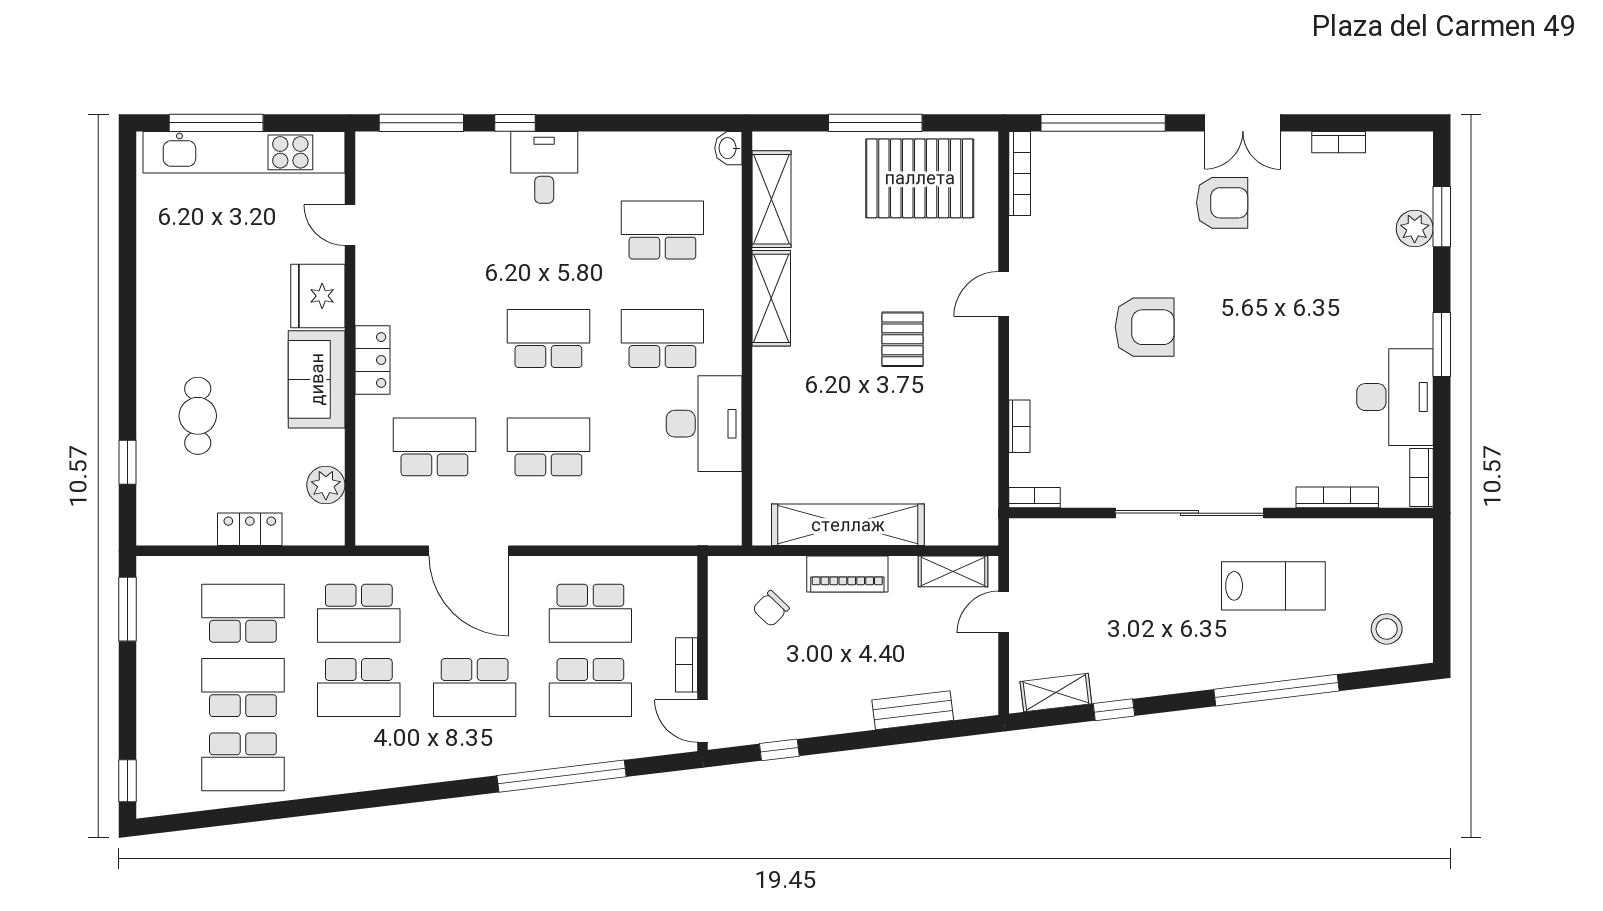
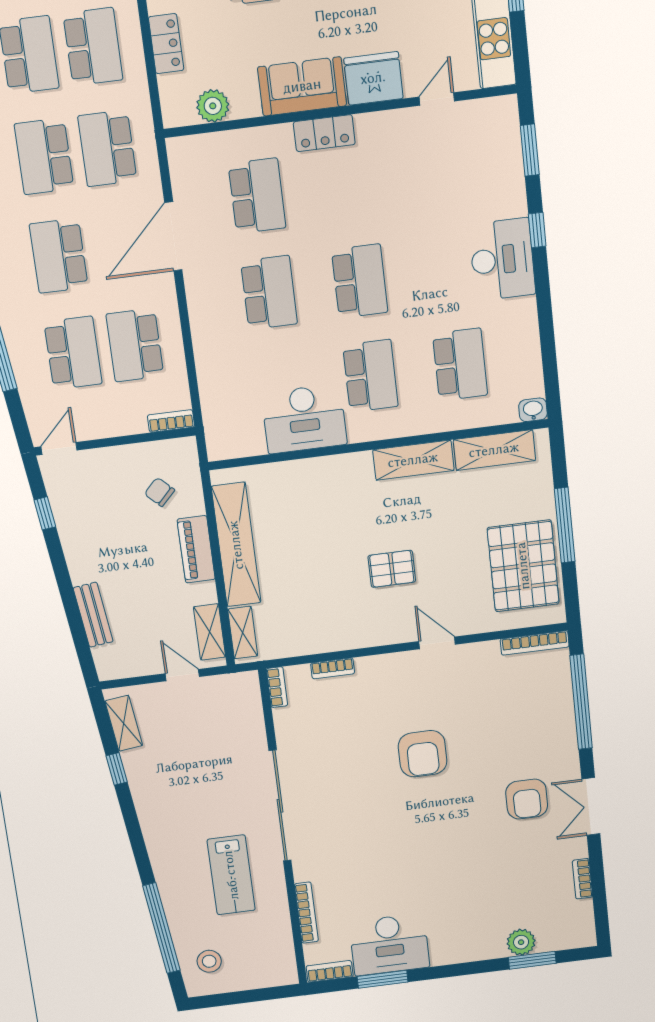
window: (421, 123) -> (530, 150), width x0.69
desk: (544, 167) -> (502, 259), width x1.37
window: (1442, 344) -> (383, 979), moved
shelving: (959, 531) -> (243, 633), added
bookcase: (686, 665) -> (171, 421), moved
school desk: (590, 688) -> (73, 353), turned 180
window: (1277, 690) -> (161, 928), moved

